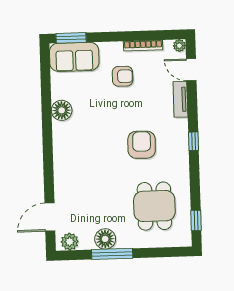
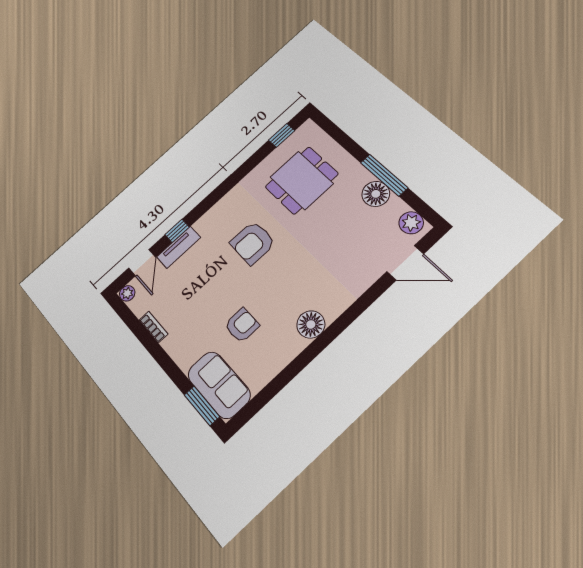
bookcase: (143, 45) -> (153, 327), width x0.64
armchair: (123, 76) -> (242, 325), moved, turned 90
floor lamp: (62, 110) -> (311, 324), moved
window: (193, 141) -> (177, 231), moved

